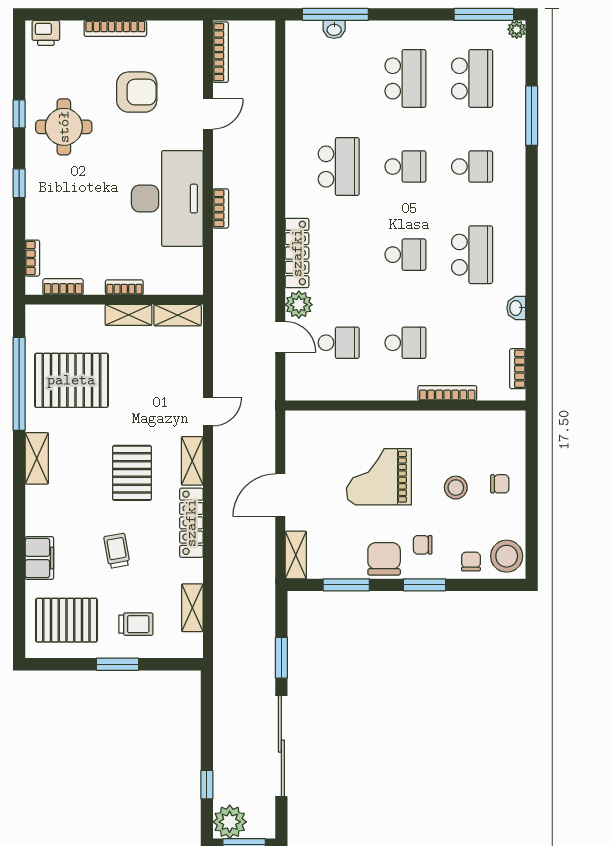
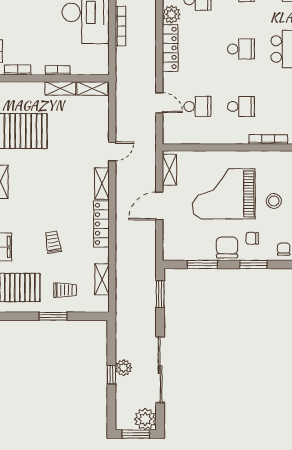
bookcase: (221, 208) -> (120, 26), width x1.56
plant: (299, 305) -> (171, 14), moved
pallet: (132, 473) -> (63, 191), removed
grand piano: (379, 477) -> (224, 194), width x1.37, depth x1.48
shelving: (296, 555) -> (169, 170), moved
window: (281, 658) -> (160, 294), moved
plant: (225, 743) -> (124, 368), added
window: (207, 785) -> (111, 375), moved
plant: (230, 822) -> (145, 419), moved

